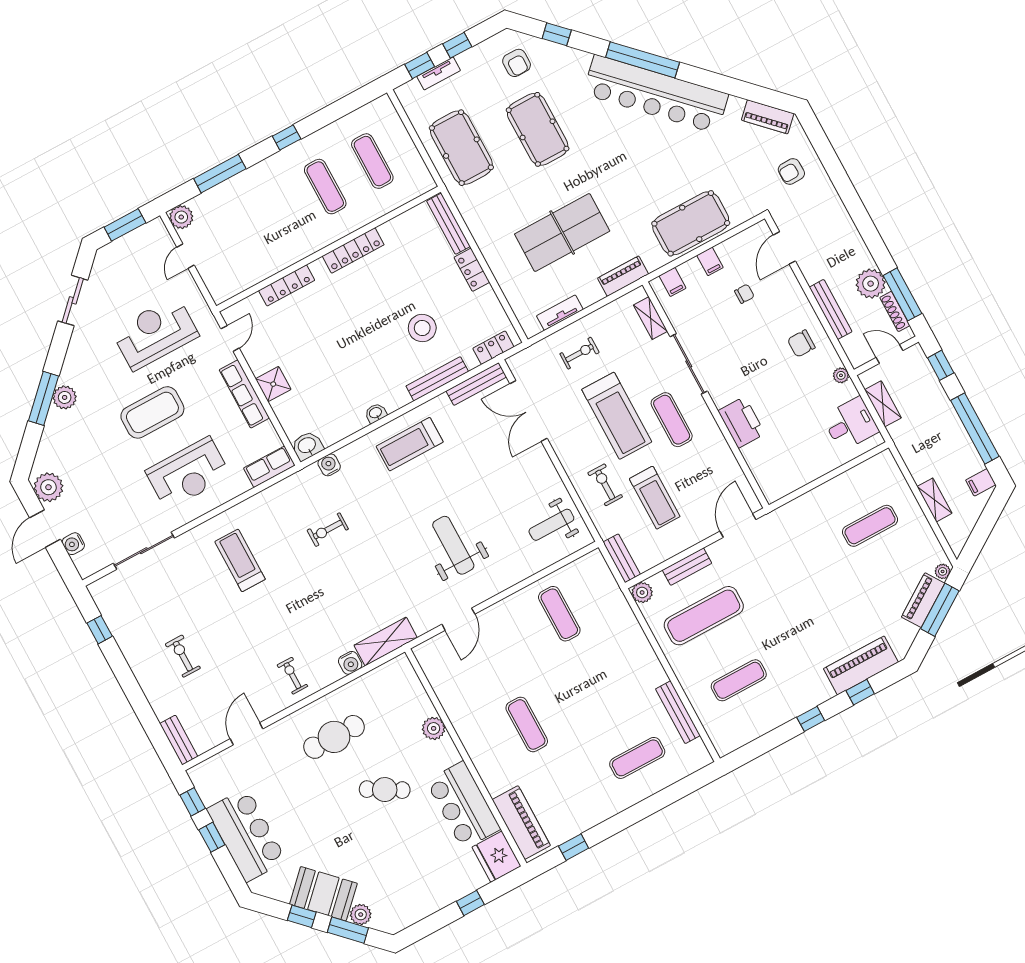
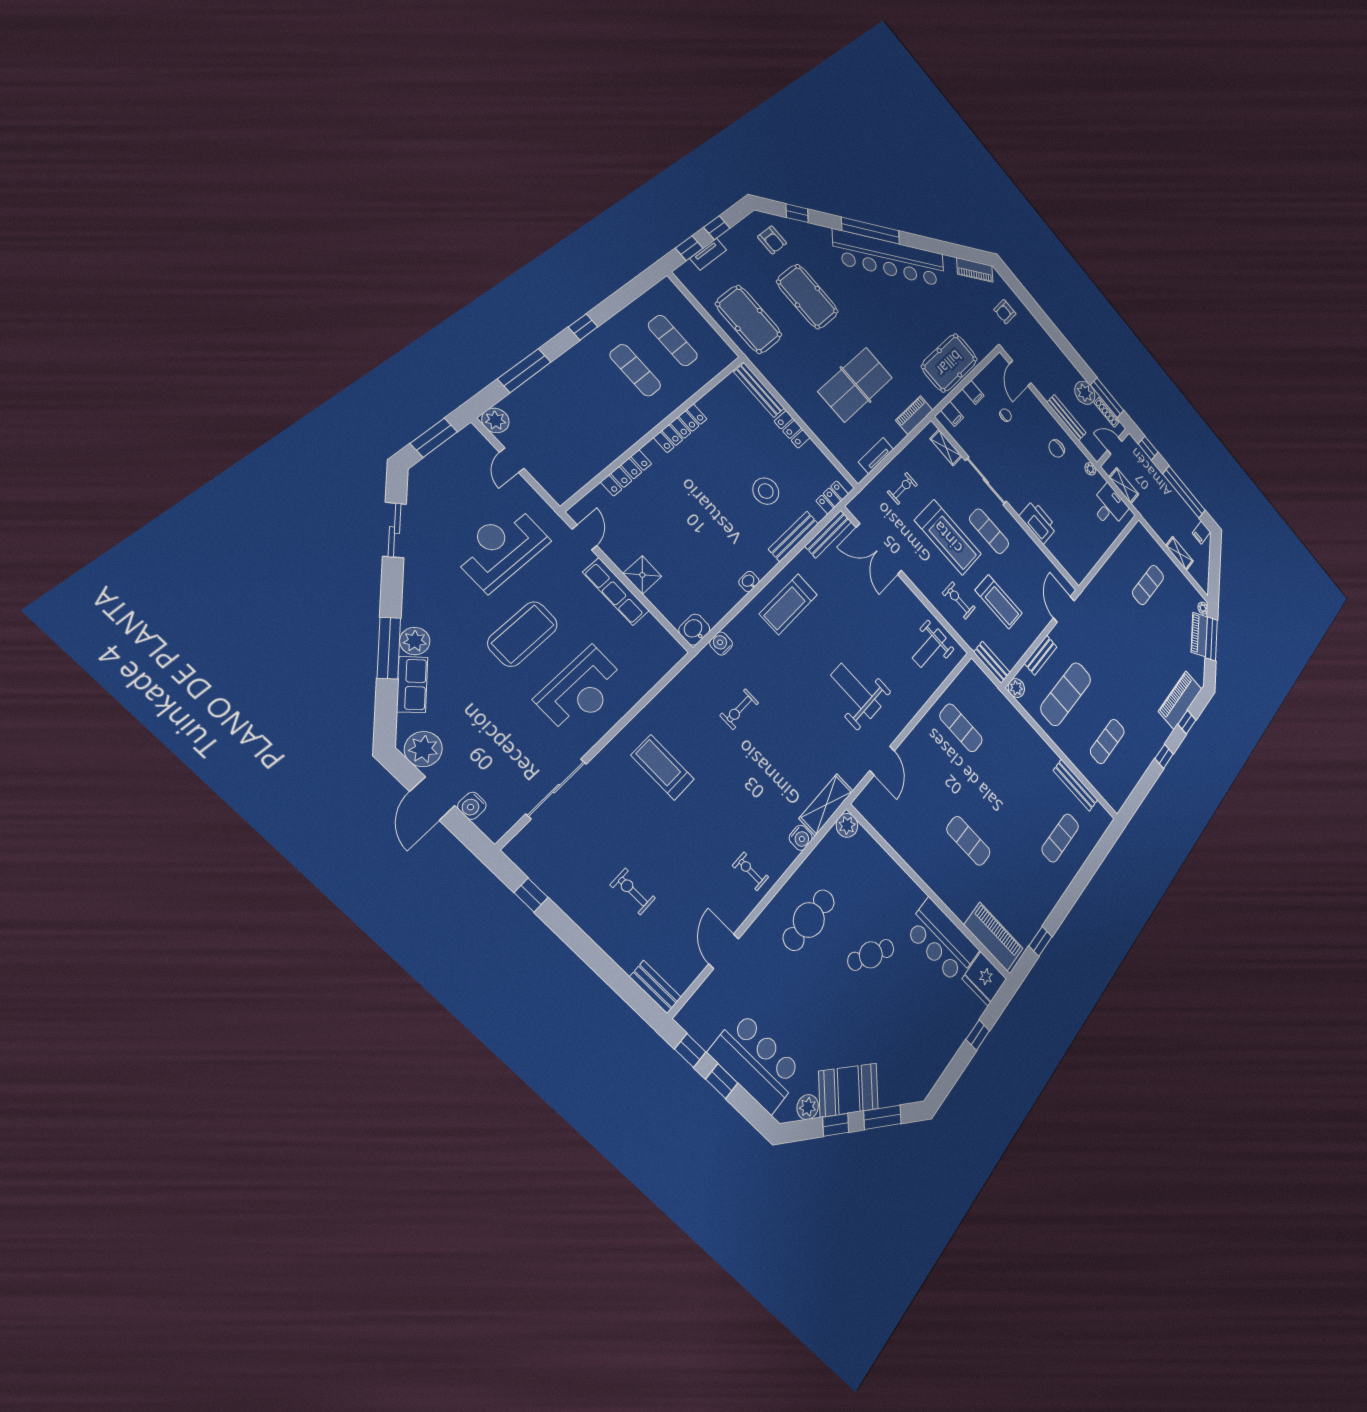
row of seats: (269, 467) -> (412, 684), moved, turned 135
plant: (434, 728) -> (847, 825), moved
plant: (361, 915) -> (808, 1107), moved

